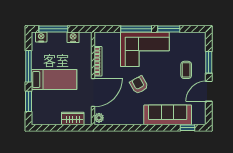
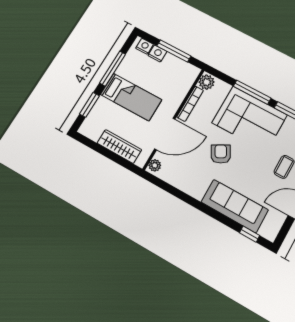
window: (53, 29) -> (174, 51), moved
nightstand: (73, 37) -> (157, 53), moved
plant: (100, 39) -> (207, 82), added
wardrobe: (73, 118) -> (119, 146), width x1.50

